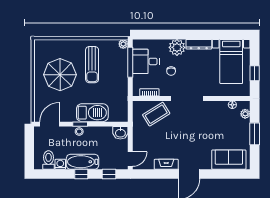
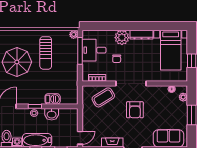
barbecue: (92, 113) -> (53, 99), width x0.53, depth x0.65
armchair: (191, 128) -> (135, 110), added
washbasin: (120, 133) -> (52, 114), moved

